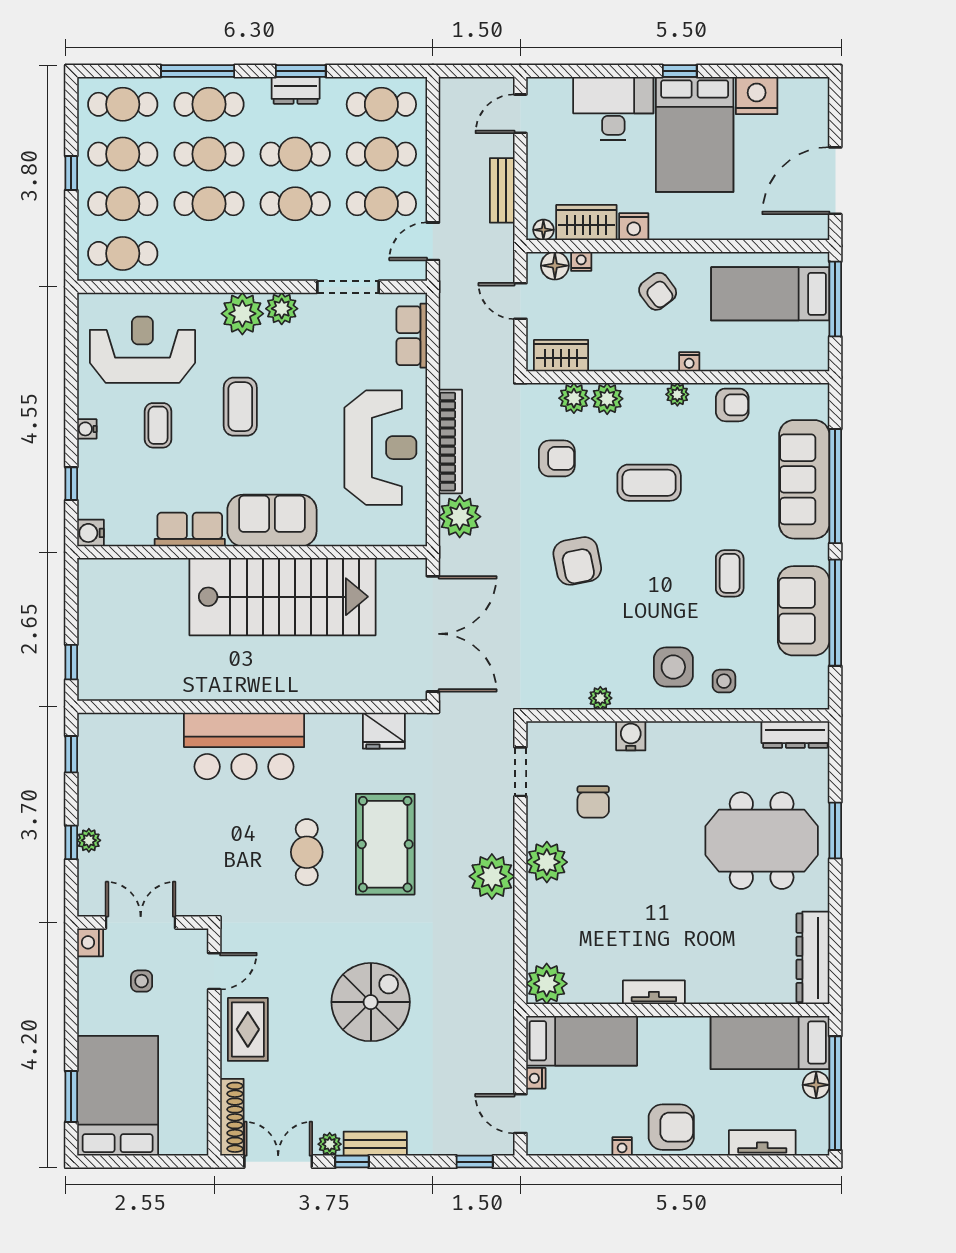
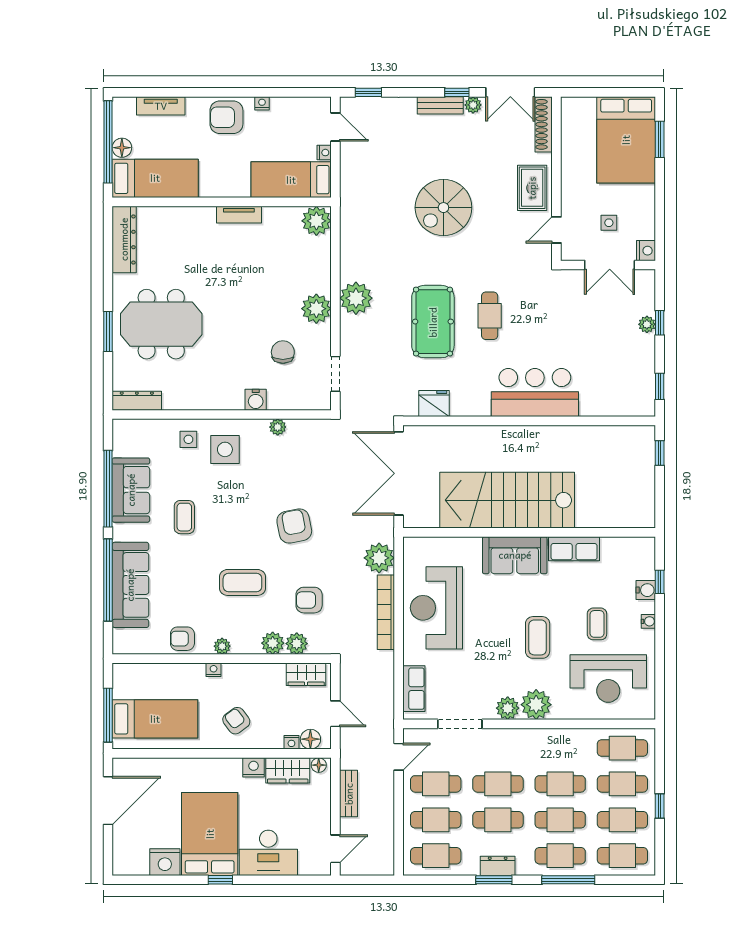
water cooler: (90, 533) -> (646, 590), moved

